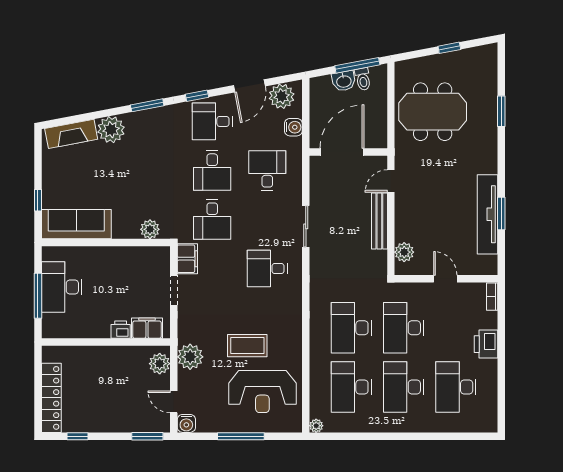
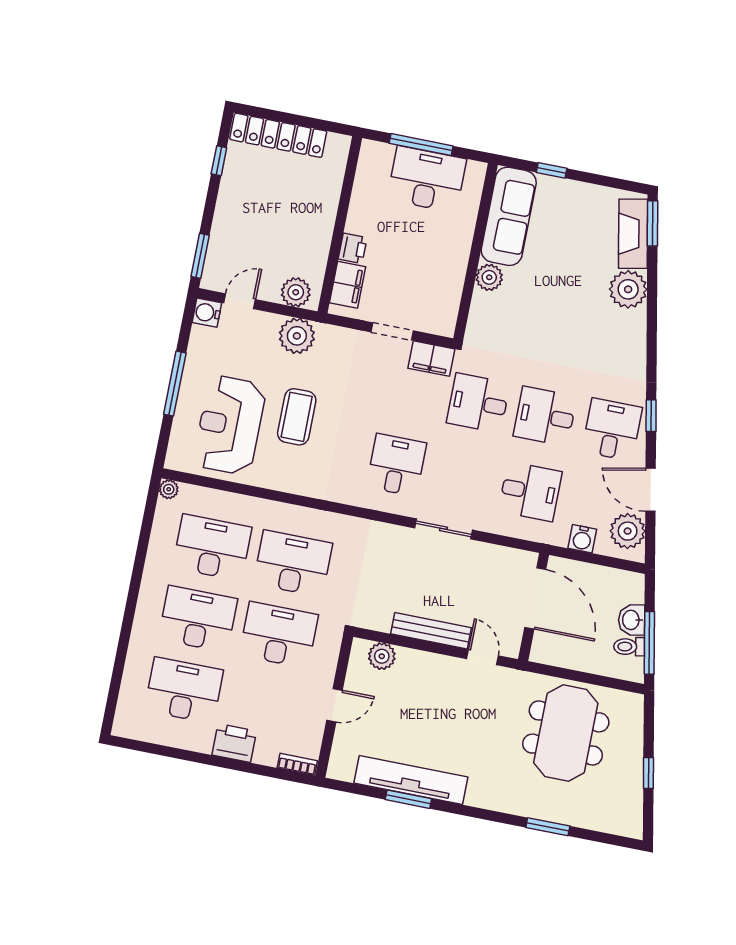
window: (147, 105) -> (653, 223), moved
plant: (150, 229) -> (489, 277), moved

